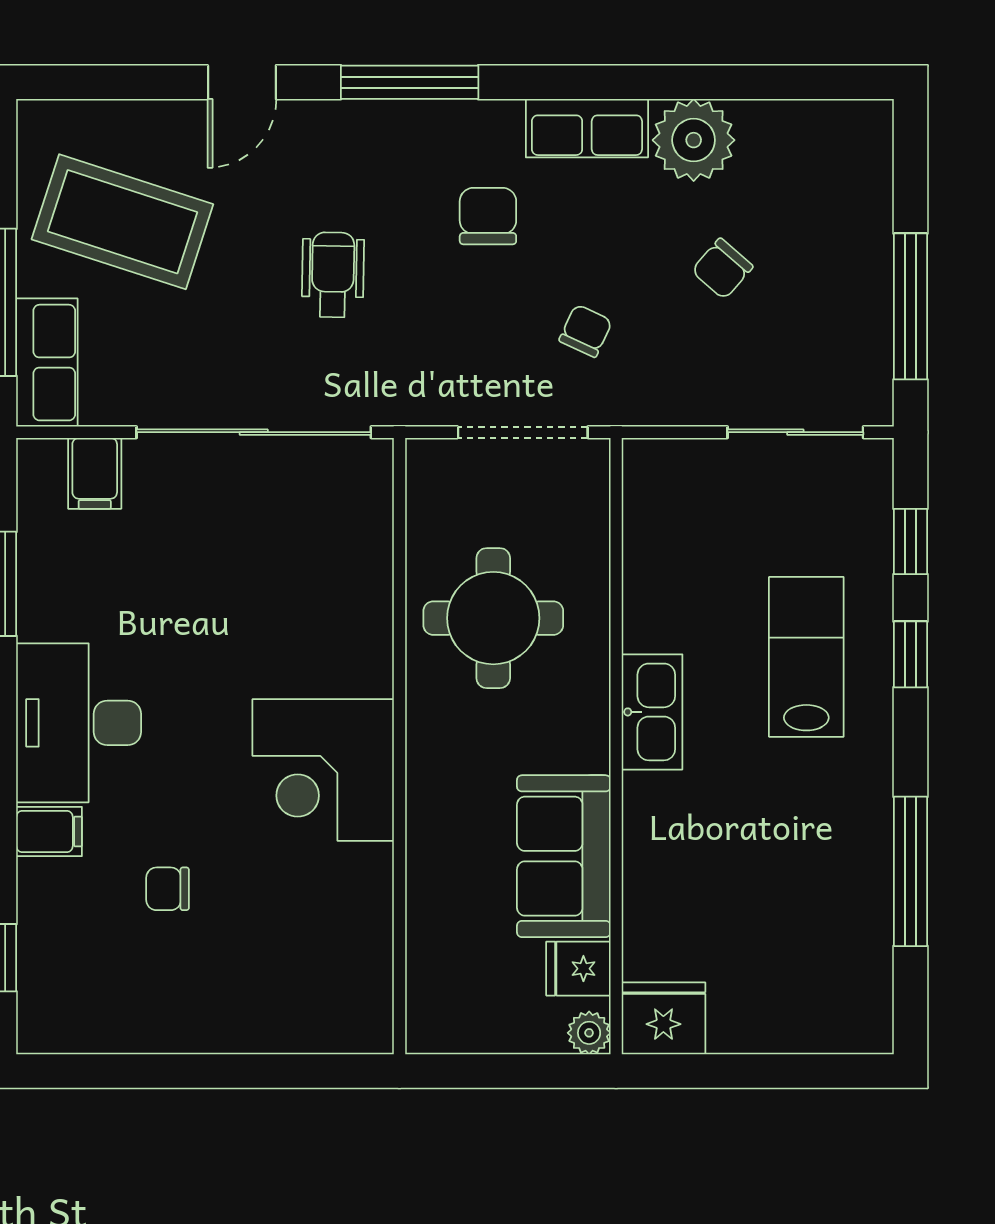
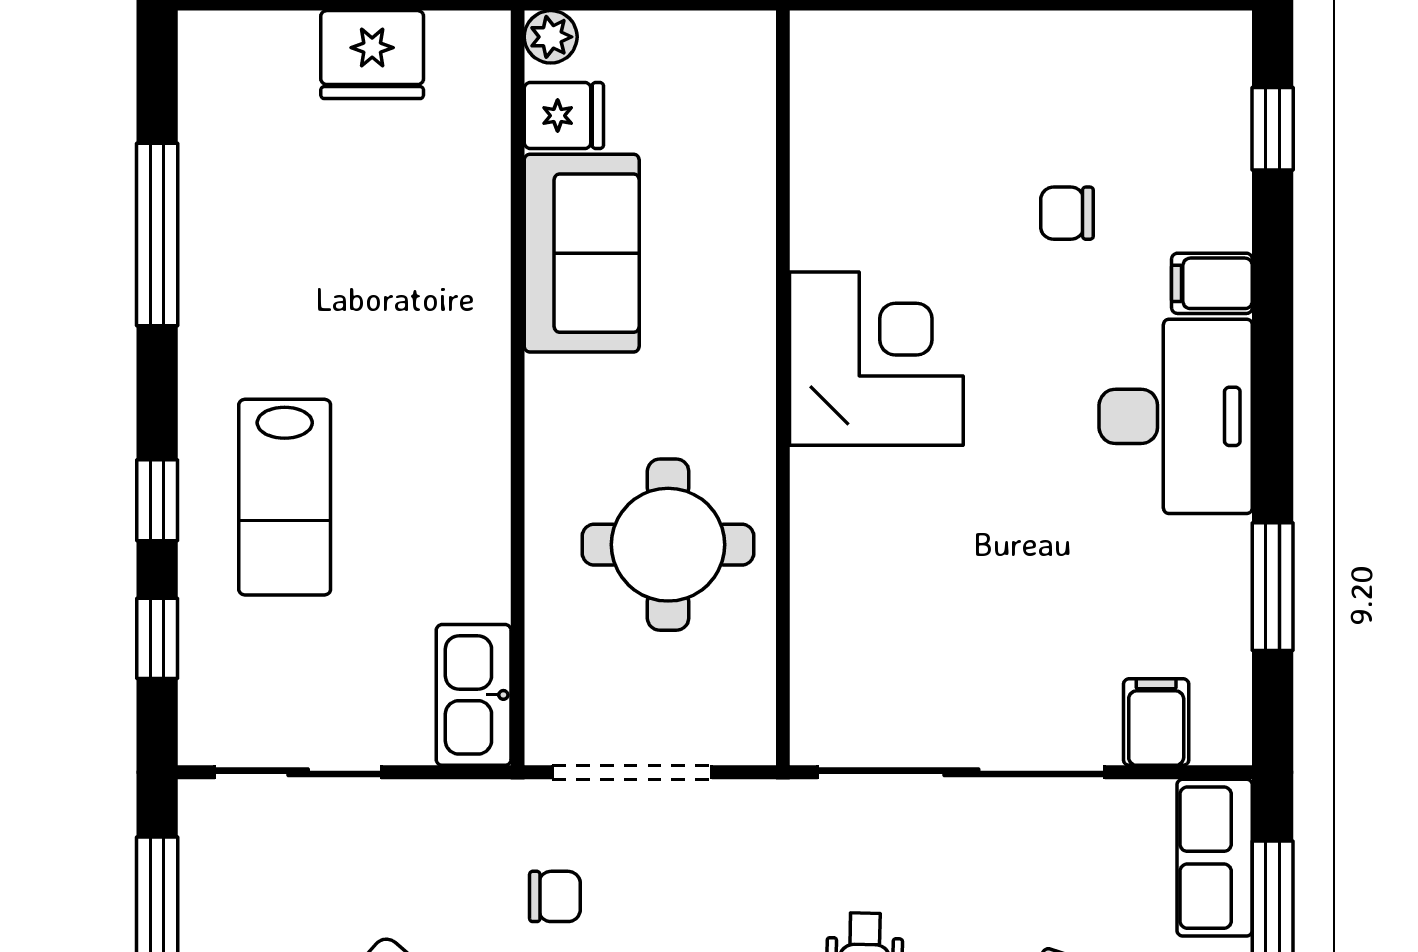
chair: (586, 331) -> (555, 896), turned -115
kitchen sink: (652, 712) -> (474, 695), moved
chair: (168, 889) -> (1067, 213), turned 180
fridge: (663, 1018) -> (372, 55), moved

